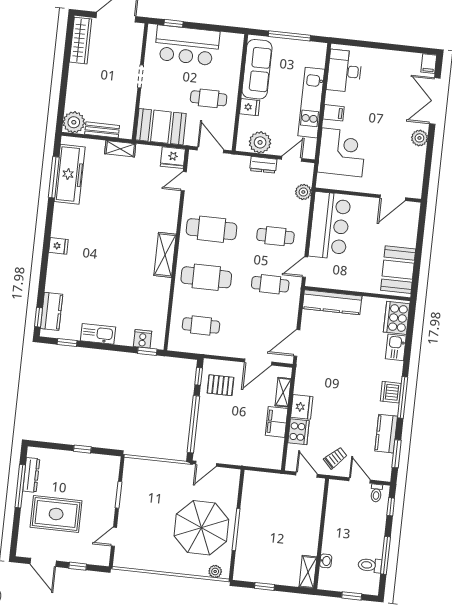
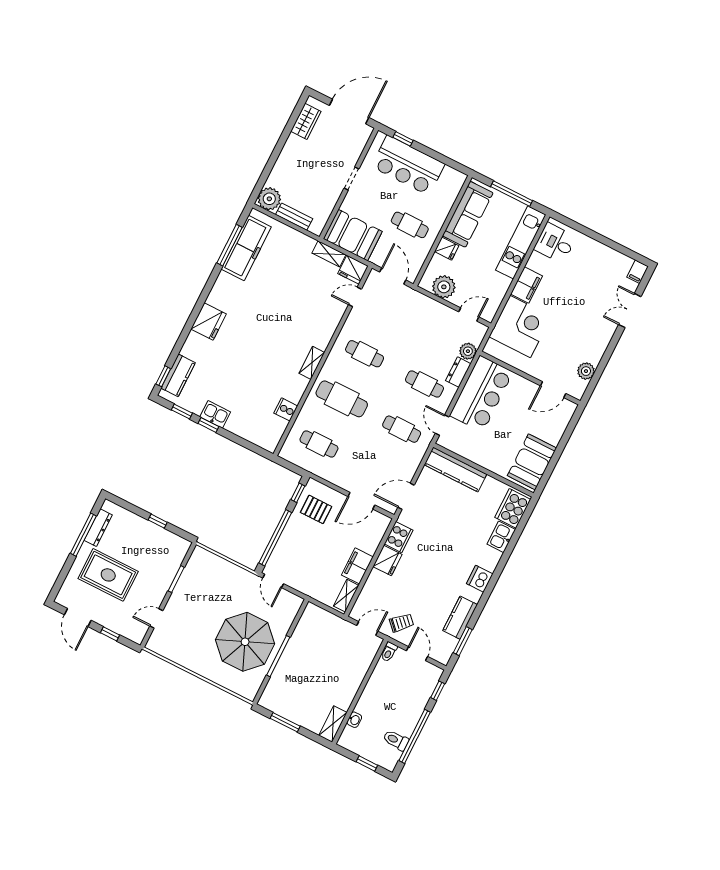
wardrobe: (81, 41) -> (306, 121), width x0.67
desk: (344, 71) -> (555, 243), width x0.73
double door: (435, 101) -> (630, 311), width x0.73
kitchen unit: (311, 103) -> (521, 242), moved
filing cabinet: (334, 113) -> (526, 285), width x2.00
plant: (419, 138) -> (586, 371), moved
shelving: (120, 149) -> (329, 254), moved
dresser: (263, 165) -> (458, 372), moved, turned 90
cafe table: (211, 229) -> (365, 354), width x0.73, depth x0.74
fridge: (58, 246) -> (209, 322), width x1.88, depth x1.34
shelving: (165, 255) -> (312, 363), width x0.67, depth x0.75
door: (305, 267) -> (442, 425), hinge flipped
kitchen sink: (98, 334) -> (215, 414), width x0.73
cooker: (143, 339) -> (286, 409), moved, turned -90
window: (147, 351) -> (208, 425), moved
shelving: (283, 392) -> (346, 596), moved
window: (403, 397) -> (489, 588), removed
cooker: (299, 432) -> (399, 537), moved
door: (206, 464) -> (273, 581), hinge flipped
door: (307, 475) -> (367, 628), hinge flipped
toilet: (376, 493) -> (389, 652), moved
window: (385, 555) -> (415, 736), width x1.46
plant: (215, 571) -> (242, 689), removed
window: (264, 586) -> (285, 722), width x1.50

